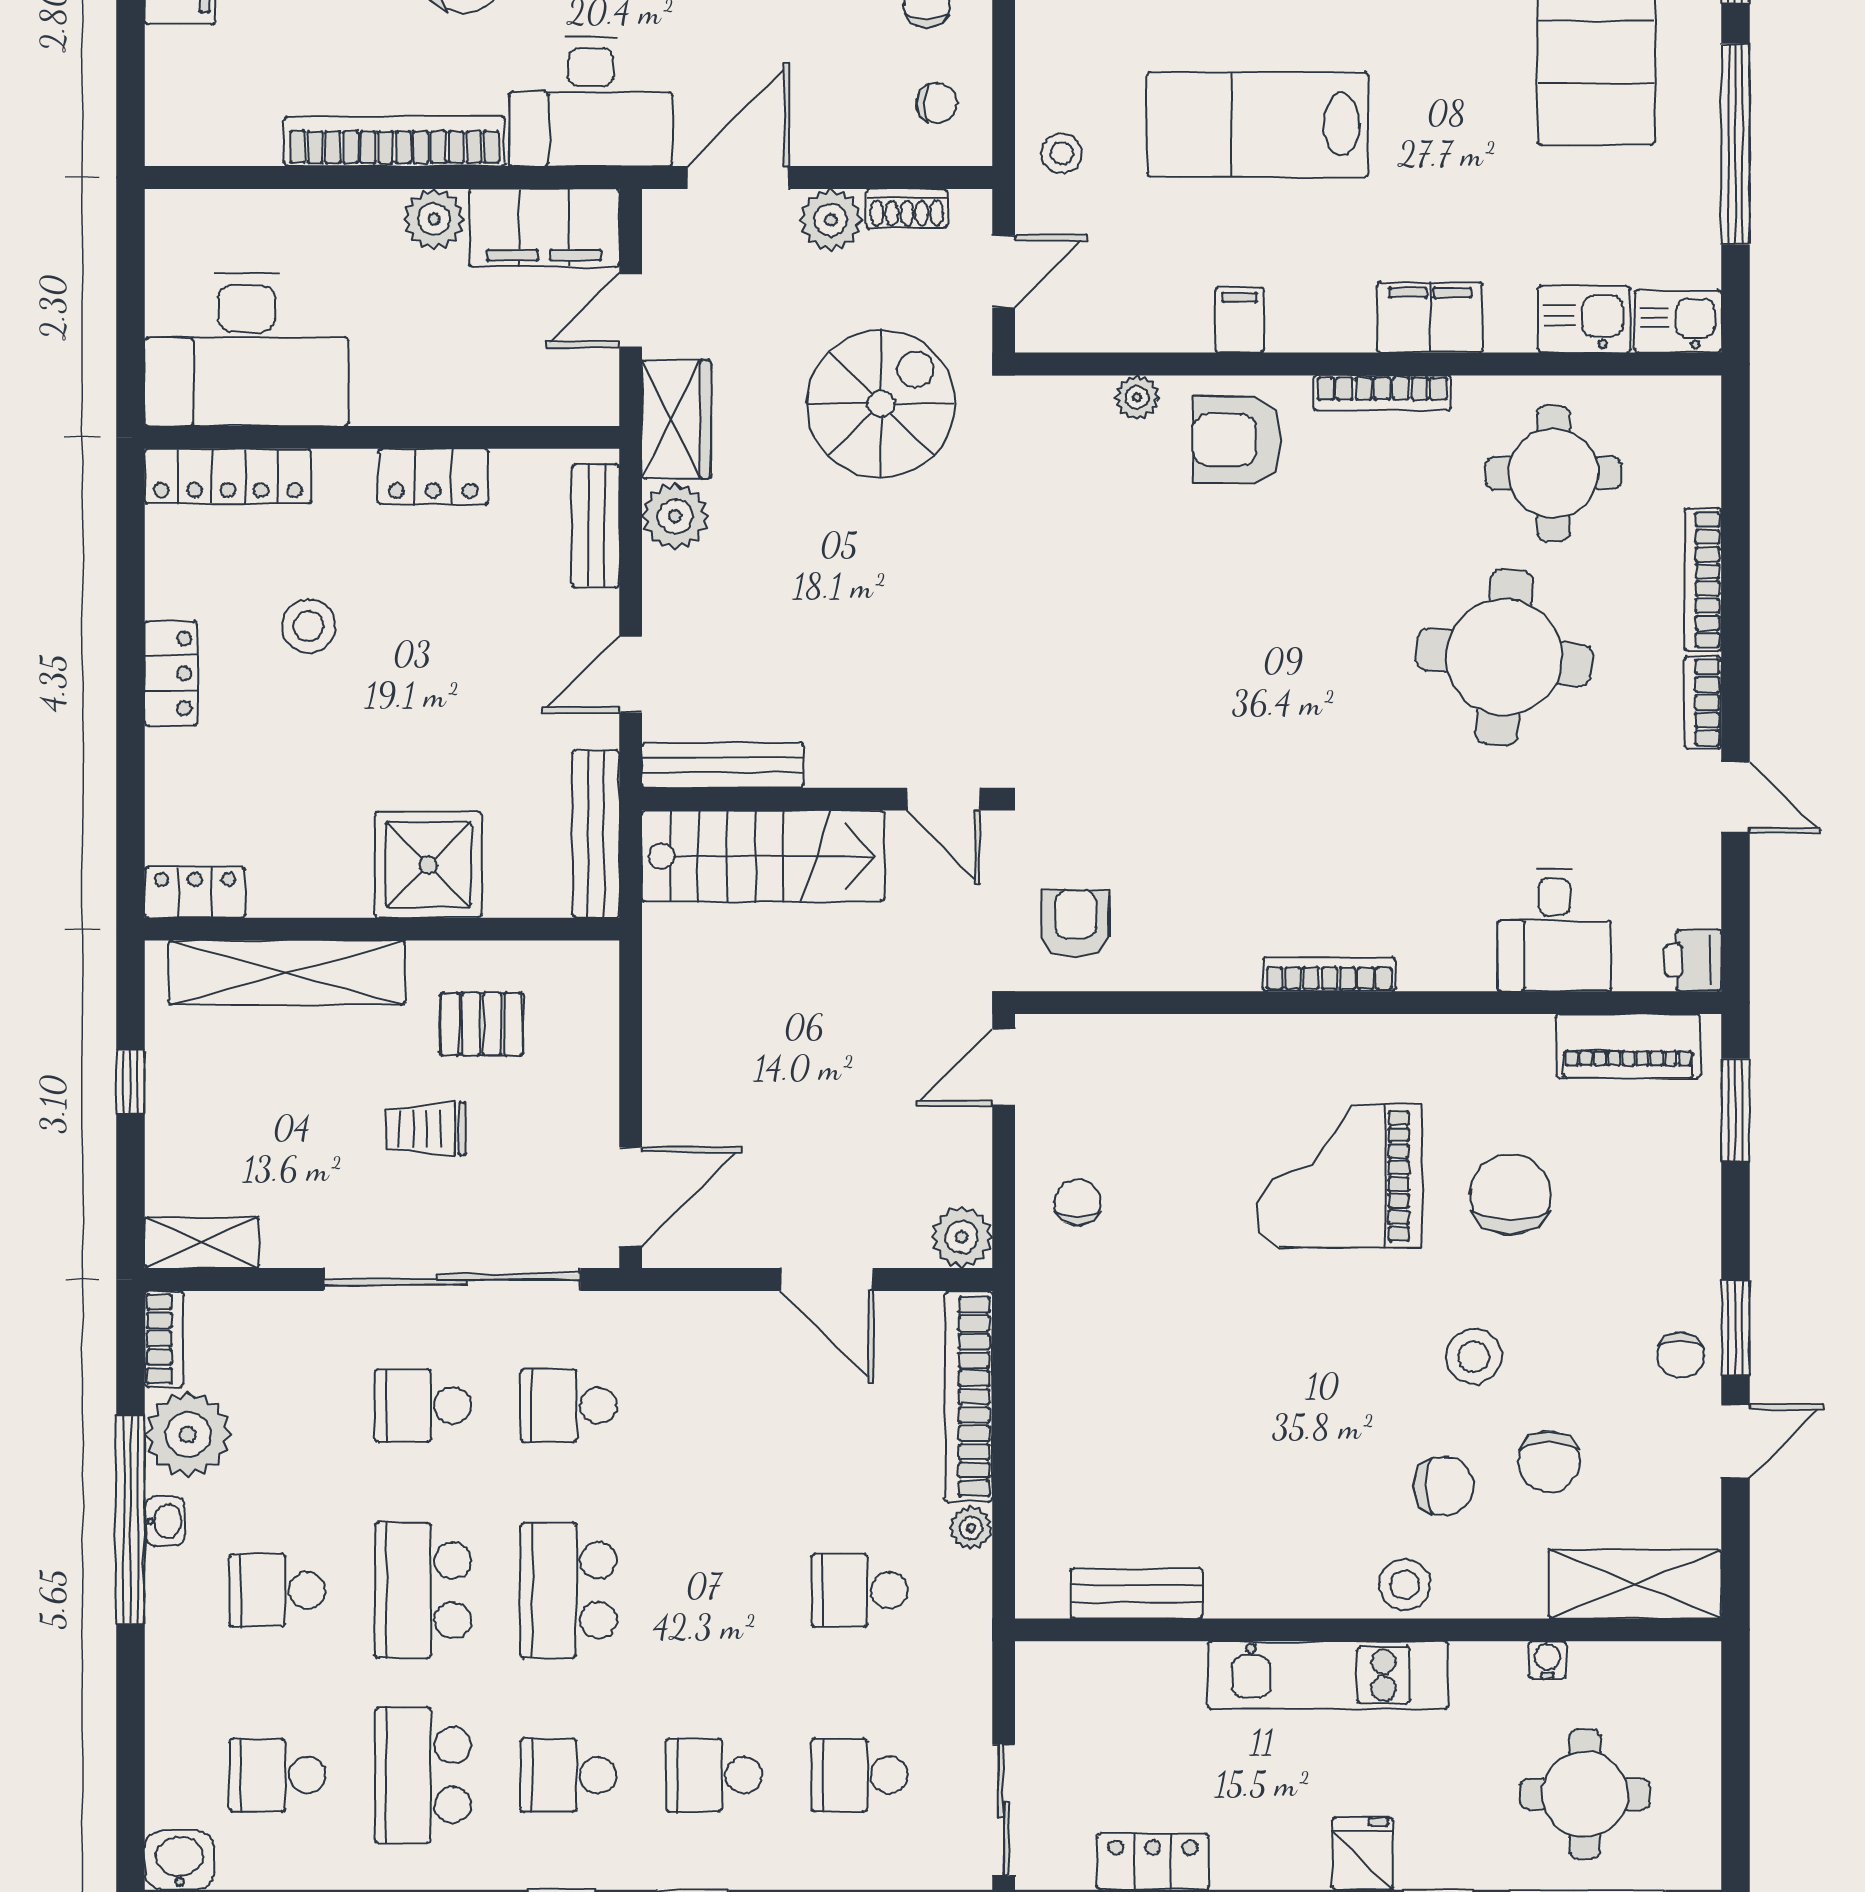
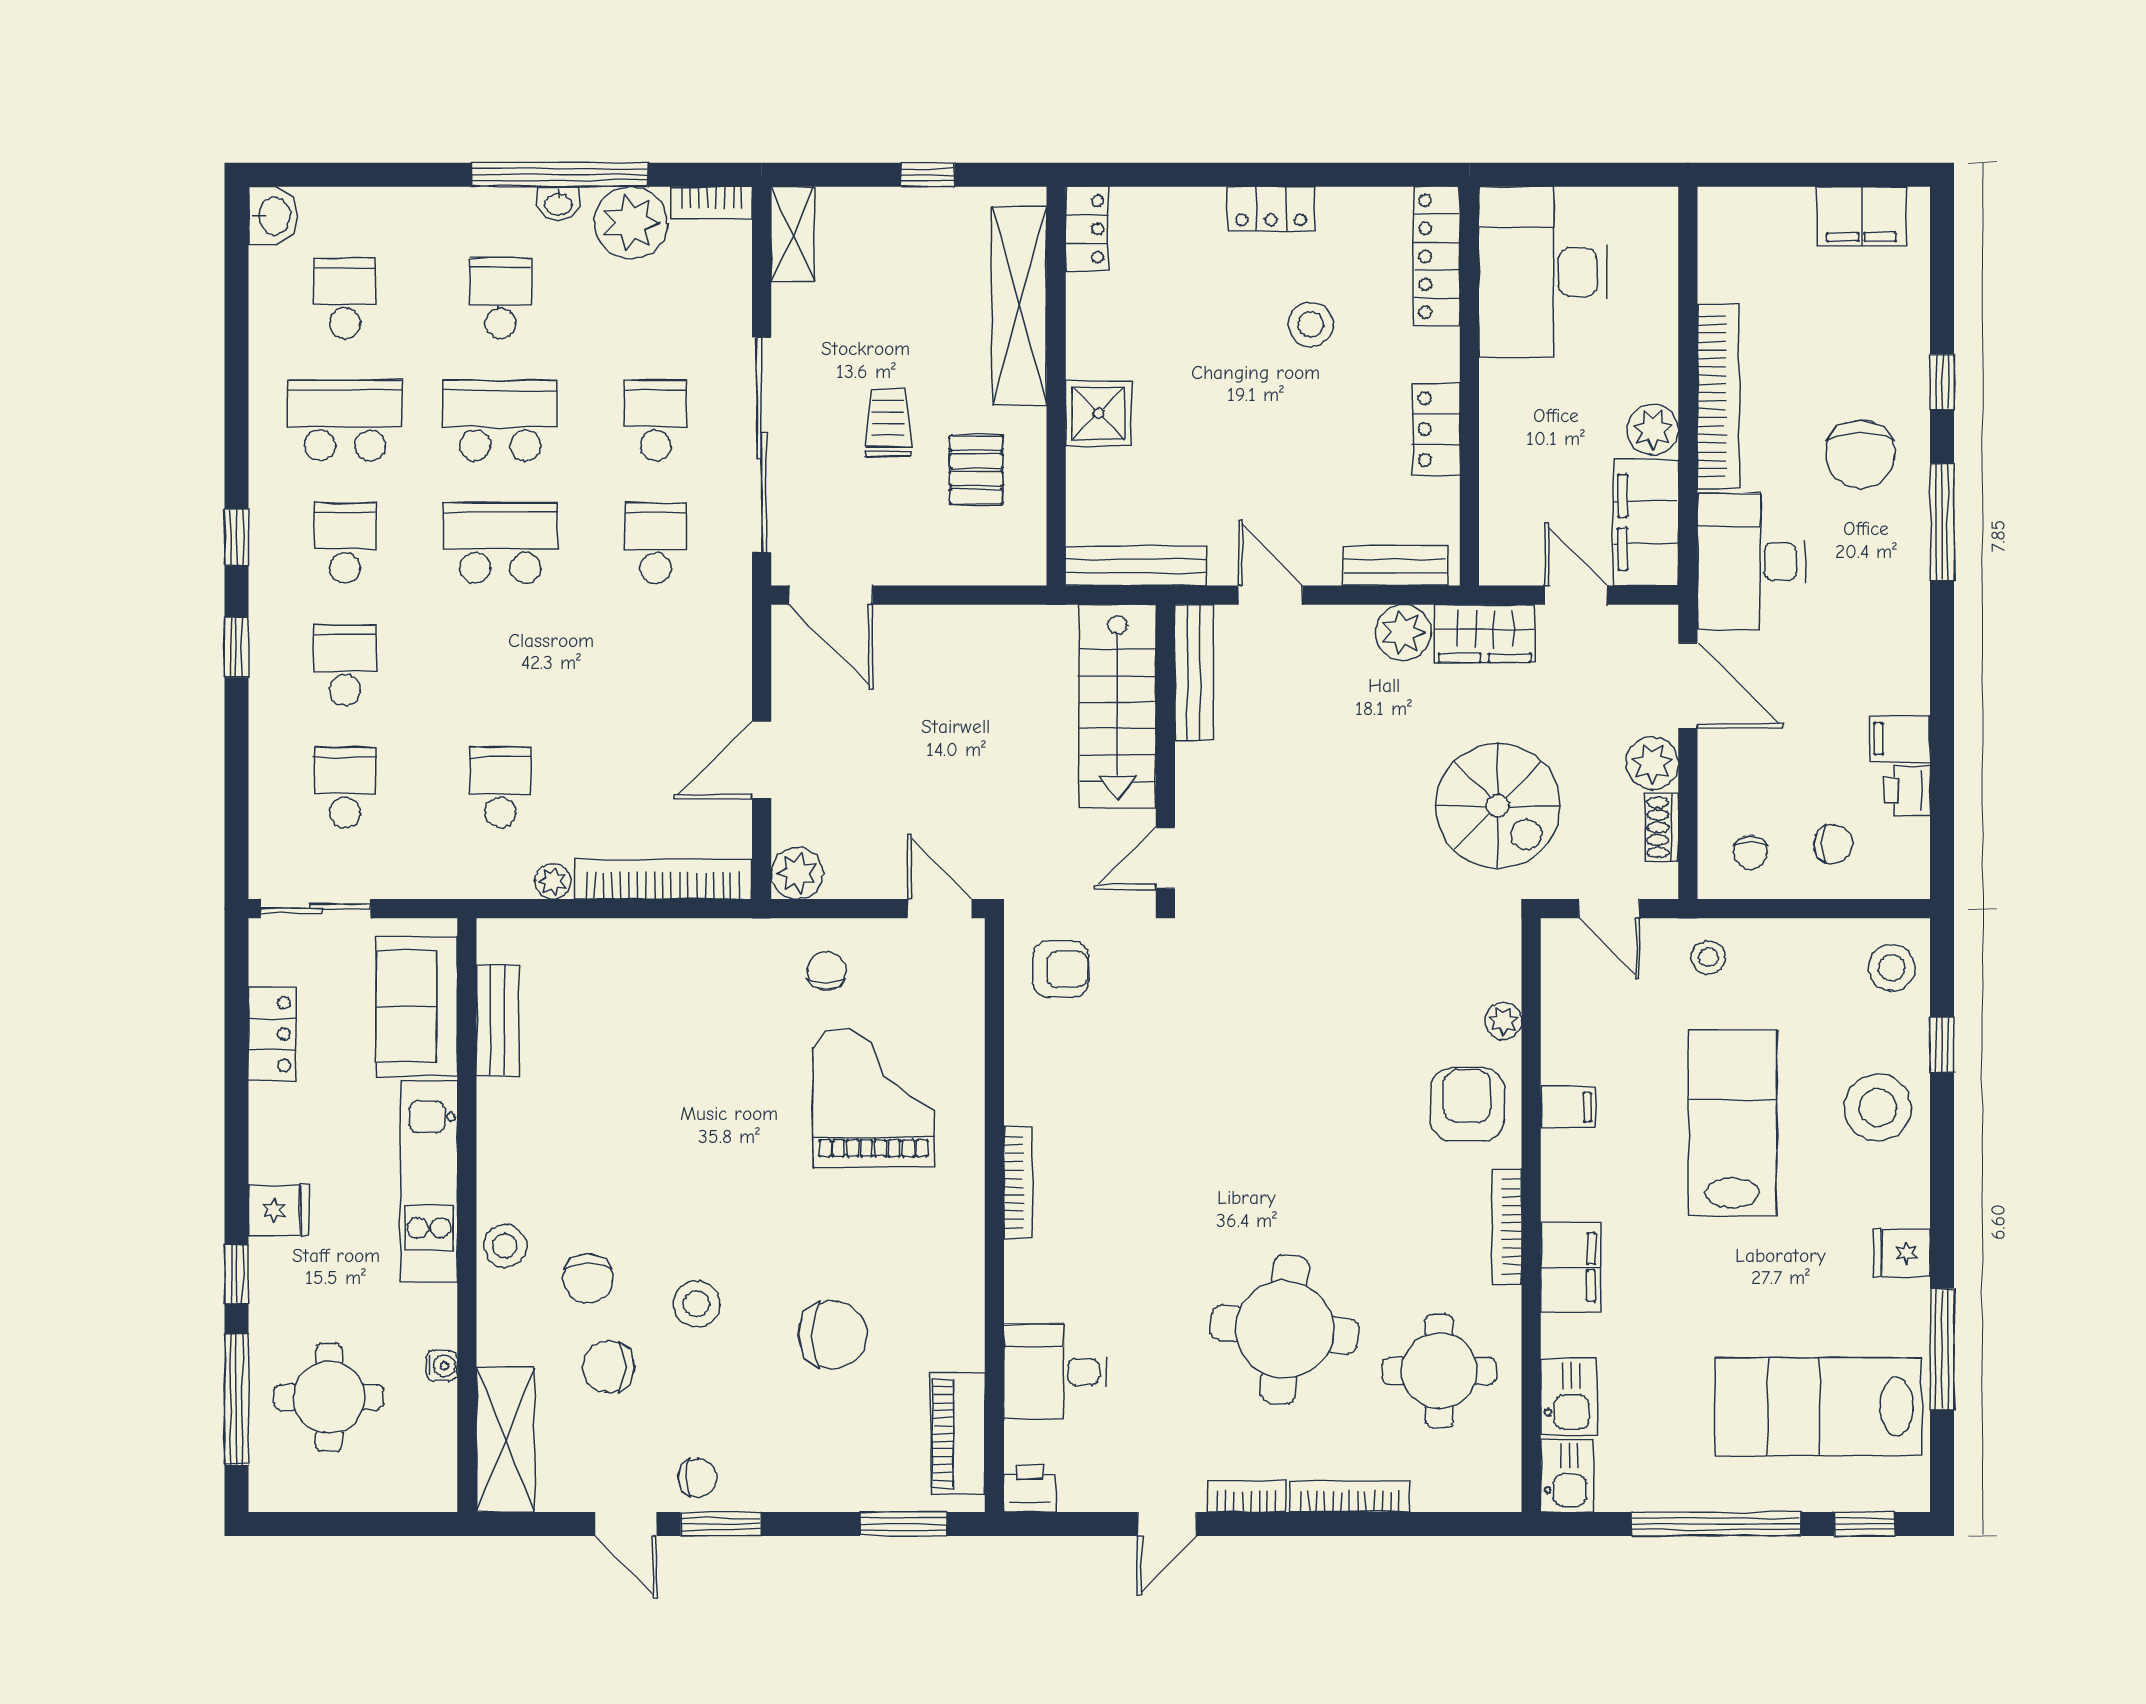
shower: (428, 865) -> (1098, 413), width x0.73, depth x0.73
grand piano: (1339, 1176) -> (873, 1098), moved
chair: (1077, 1202) -> (826, 971), turned -90
chair: (1681, 1355) -> (698, 1478), turned 180
sofa: (1120, 1689) -> (417, 1006), added

